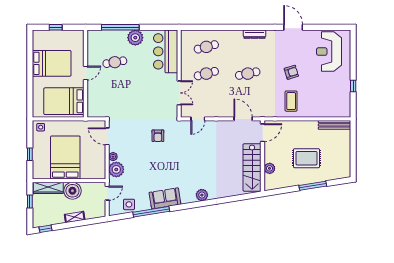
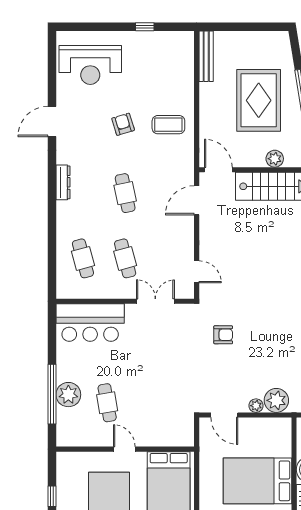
plant: (135, 38) -> (68, 395), moved
door: (107, 136) -> (224, 415), hinge flipped
rug: (307, 158) -> (259, 100), width x1.37, depth x1.44

